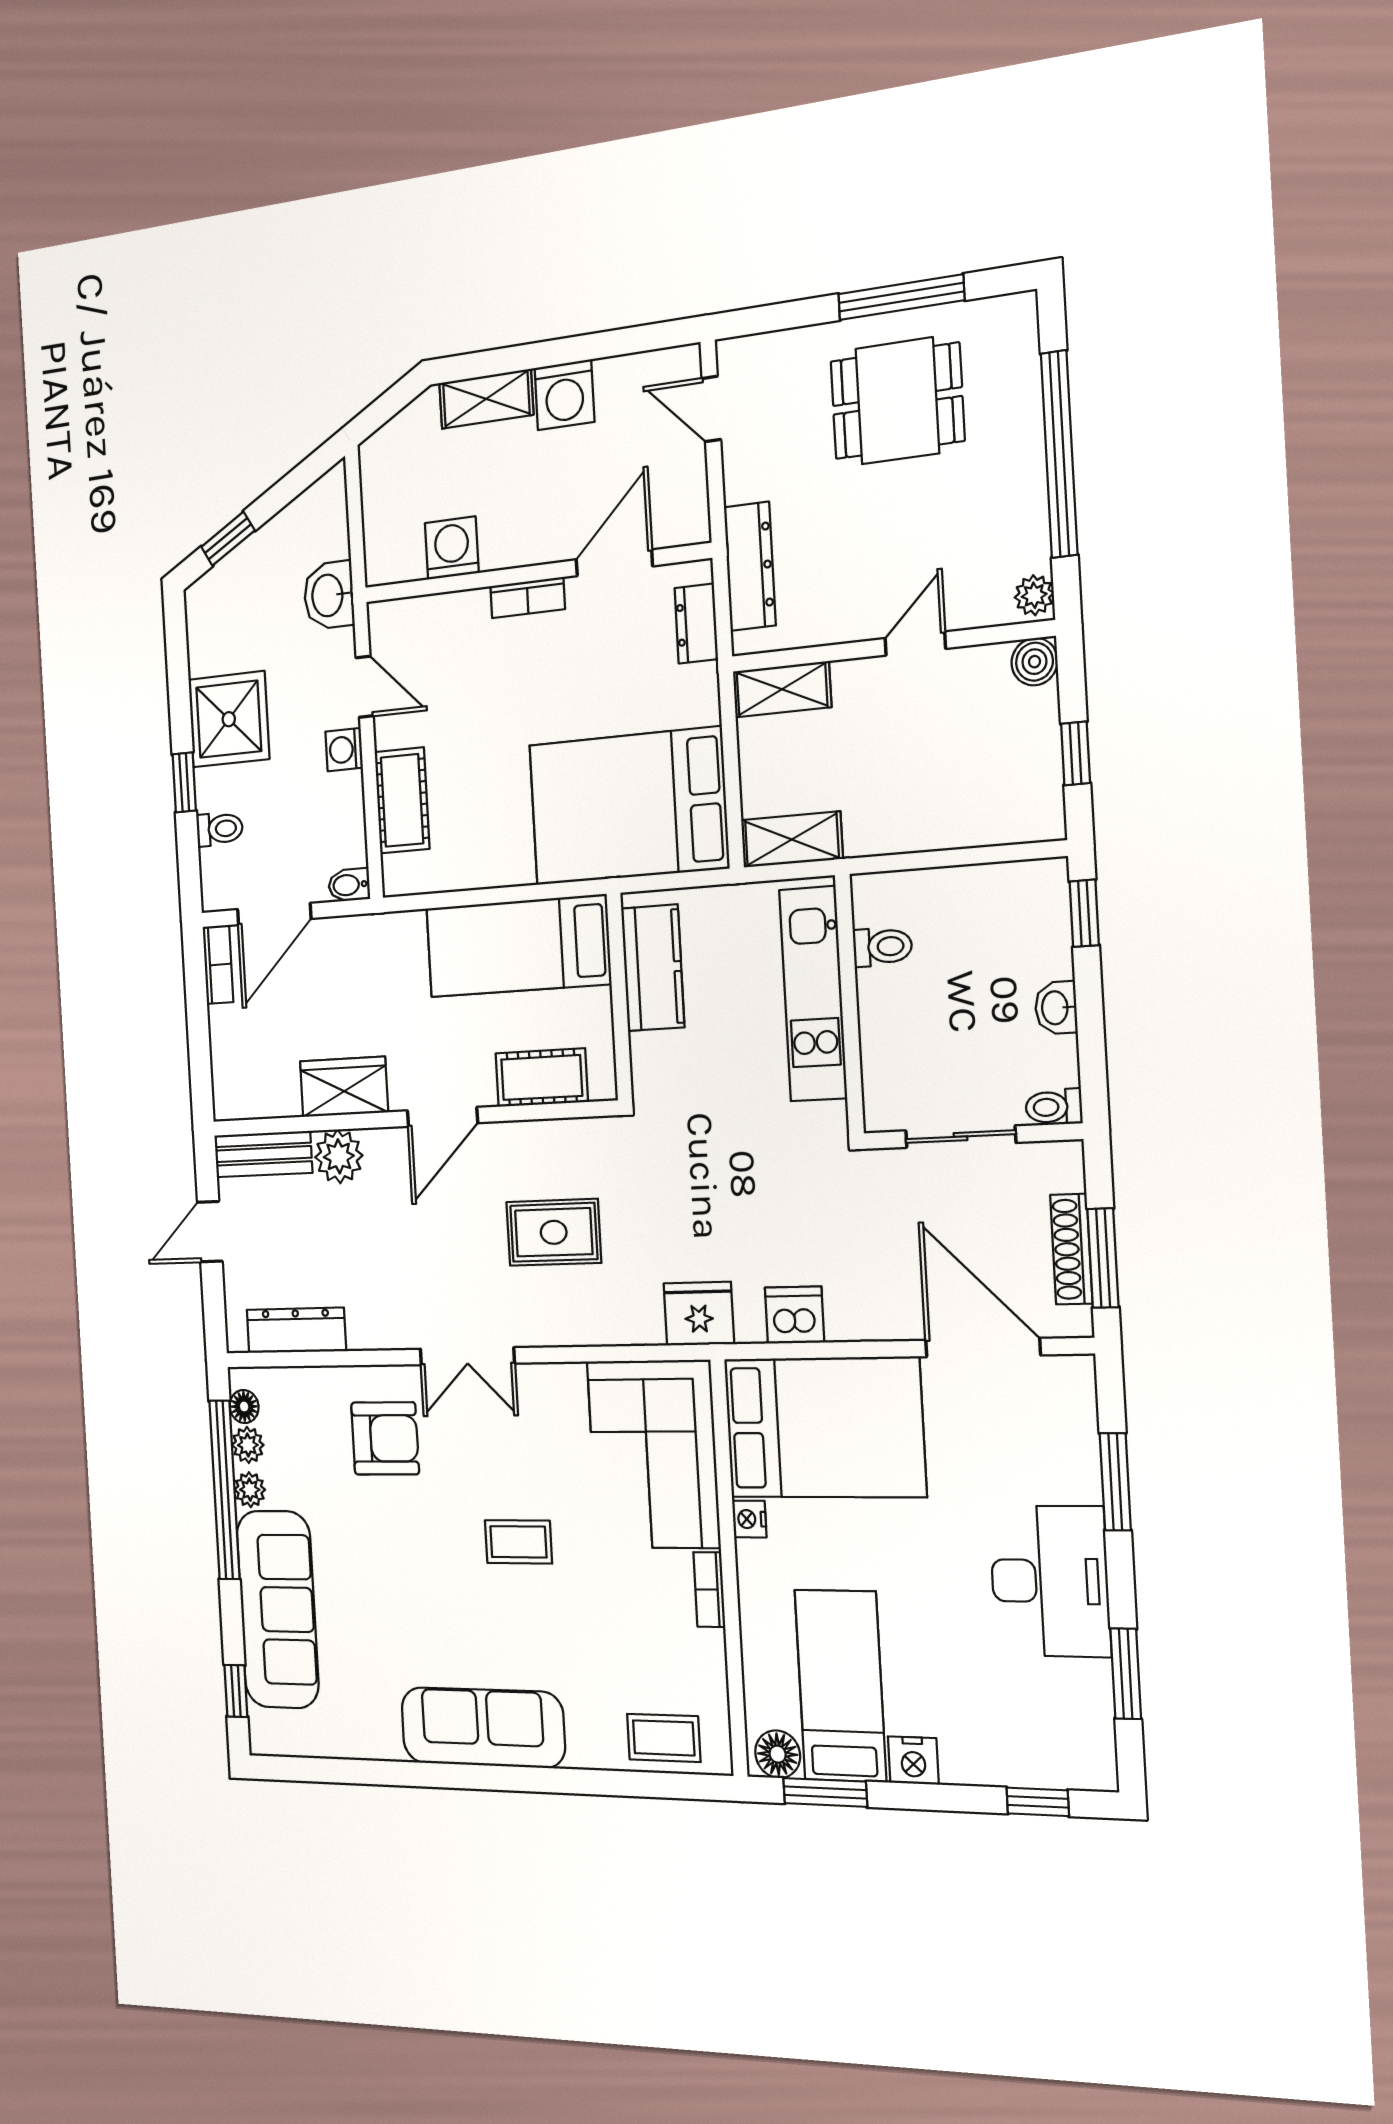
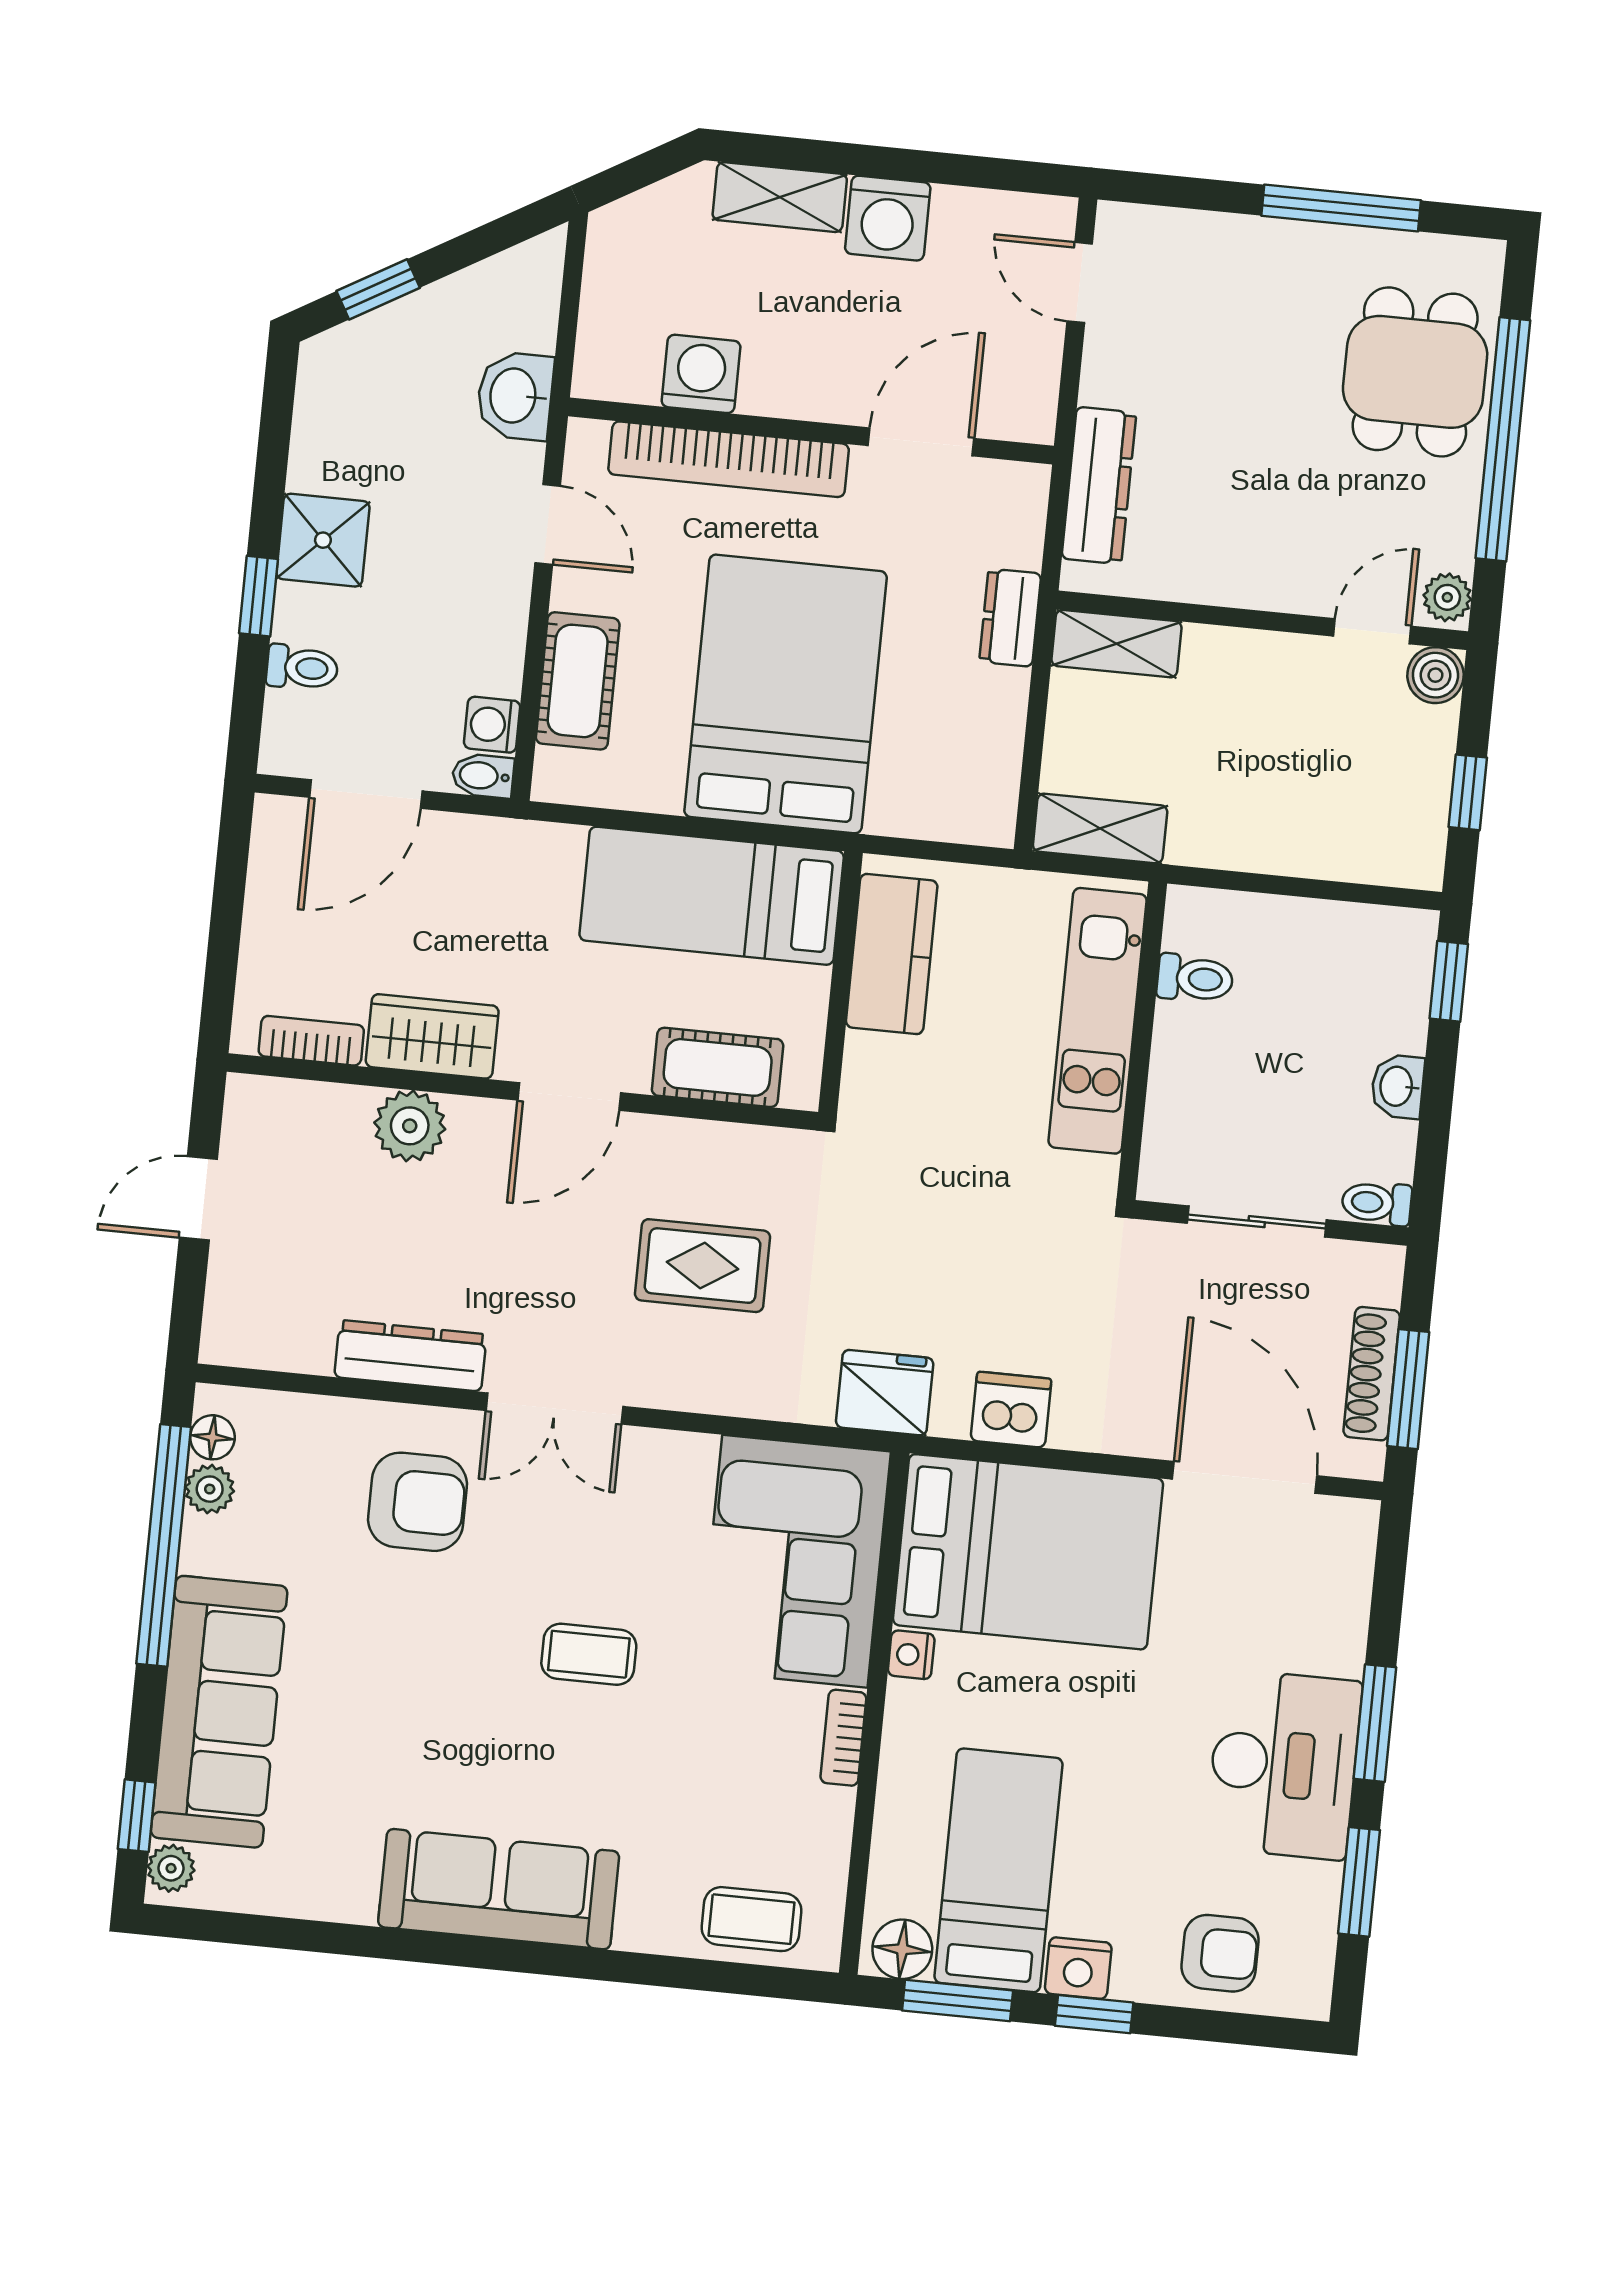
dining table: (897, 401) -> (1415, 372), moved, turned 90
bookcase: (528, 598) -> (729, 459), width x2.31, depth x1.31
dresser: (696, 624) -> (1010, 618), moved
door: (915, 643) -> (1372, 631), moved
shower: (229, 719) -> (323, 540), width x0.73, depth x0.73
washing machine: (344, 750) -> (492, 725), moved
bed: (628, 806) -> (786, 694), moved, turned 90
bookcase: (218, 965) -> (311, 1041), moved, turned -90
bench: (263, 1154) -> (297, 1107), removed
dresser: (296, 1330) -> (410, 1356), moved
window: (1115, 1482) -> (1375, 1723), moved
plant: (250, 1490) -> (171, 1868), moved
armchair: (1023, 1741) -> (1220, 1953), added
window: (1038, 1802) -> (1094, 2014), moved

